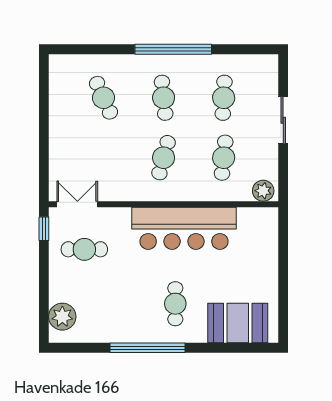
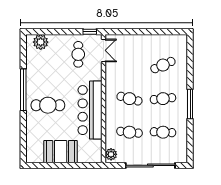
window: (173, 49) -> (190, 104), width x0.68
sliding door: (283, 120) -> (150, 165), width x1.86
cafe table: (175, 304) -> (48, 105), width x1.37, depth x1.35
booth: (238, 323) -> (61, 152), moved, turned 90

